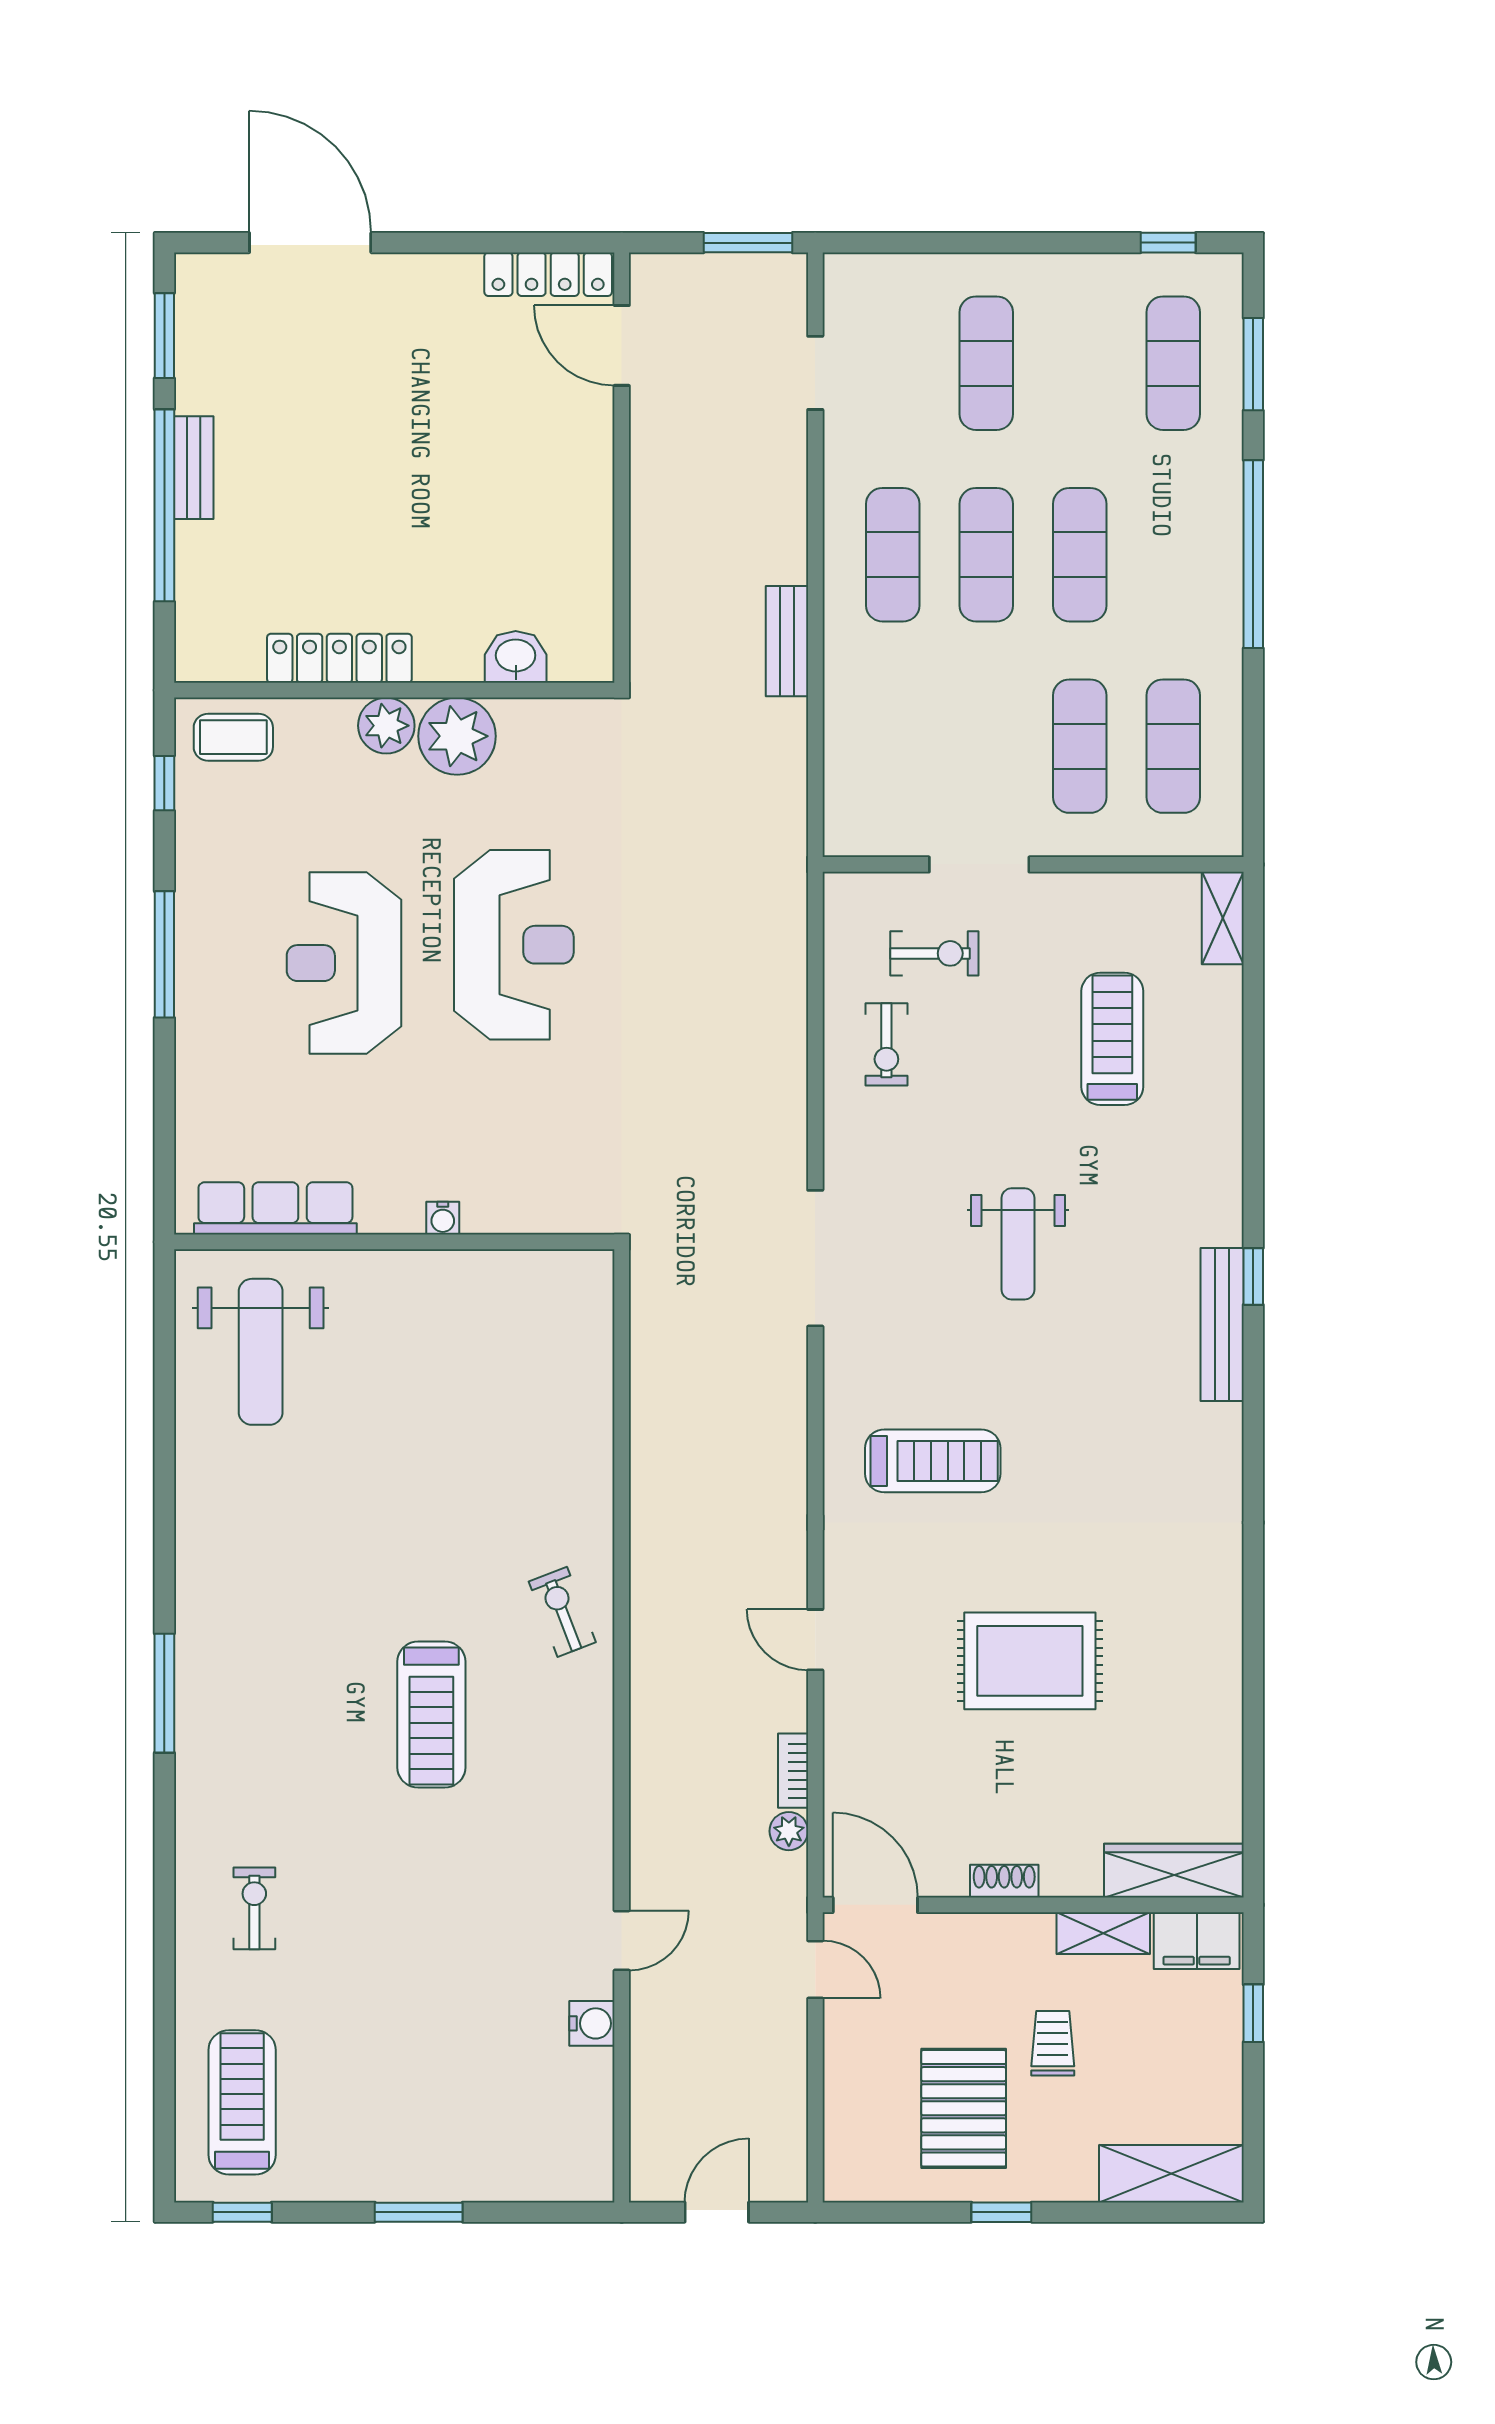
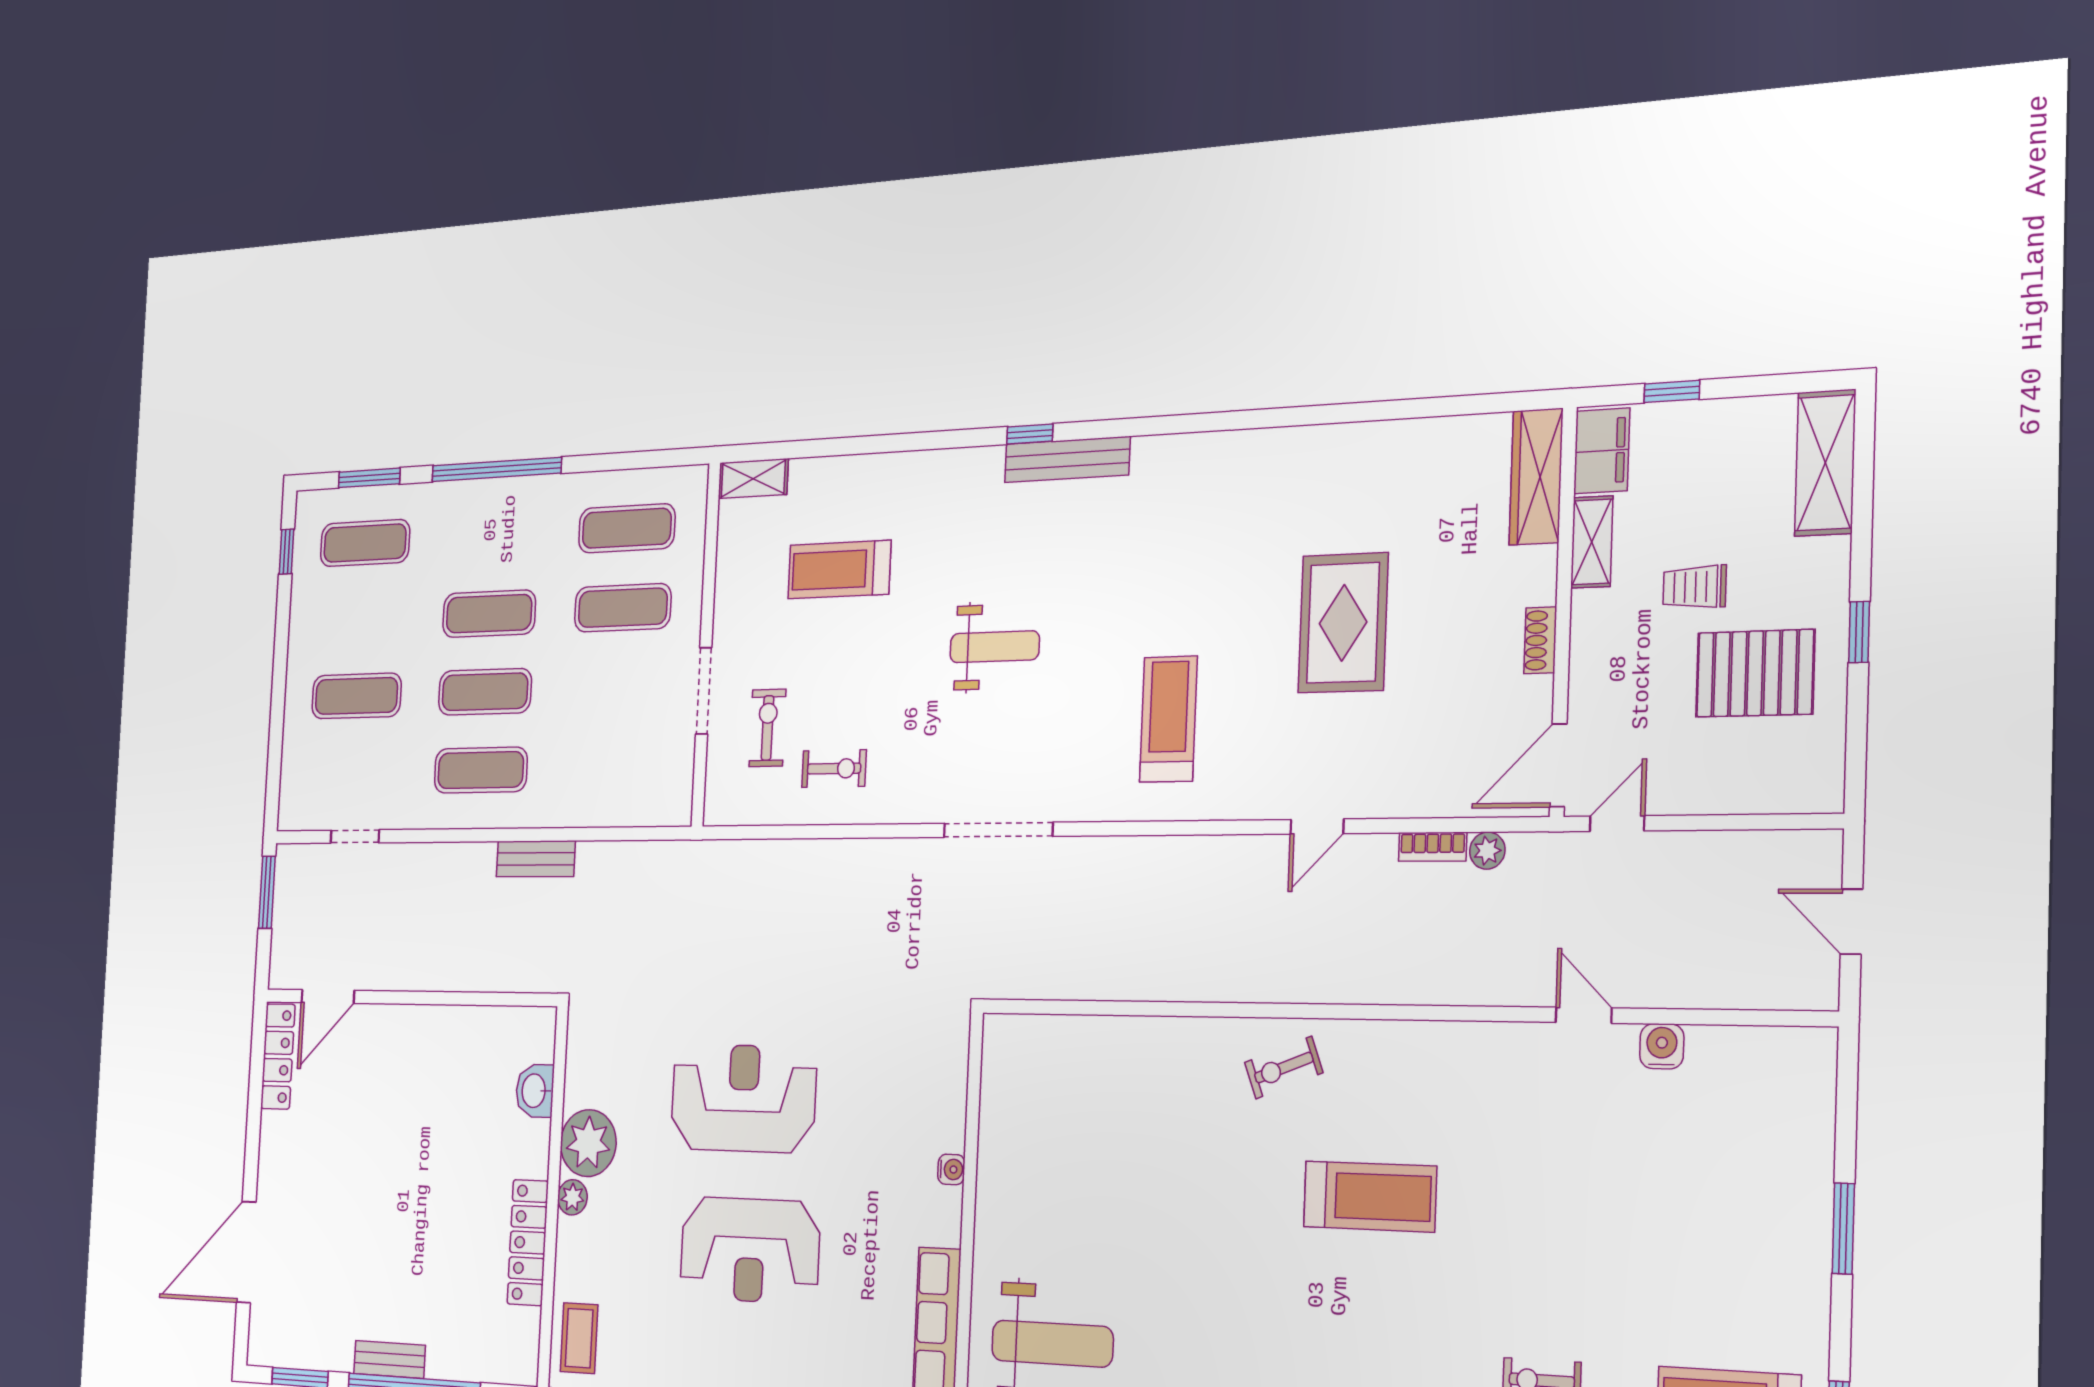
plant: (386, 726) -> (572, 1197), width x0.73, depth x0.73

